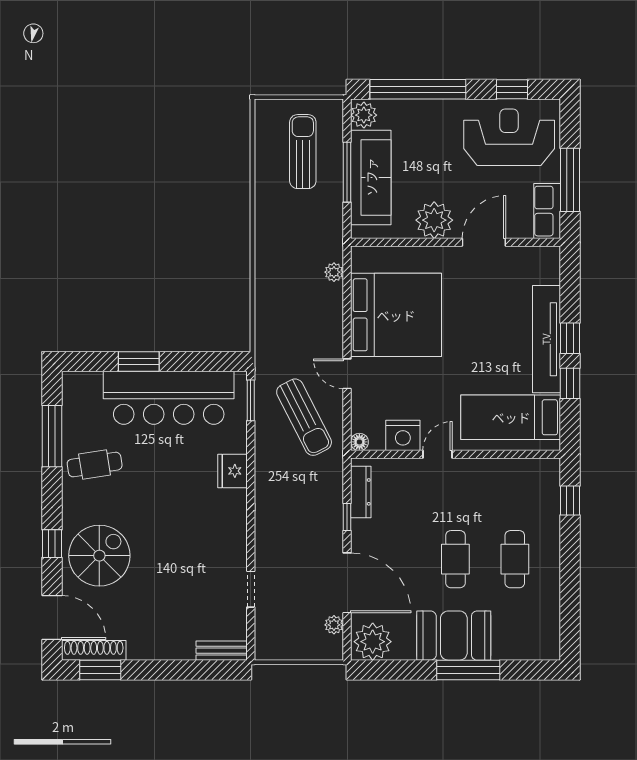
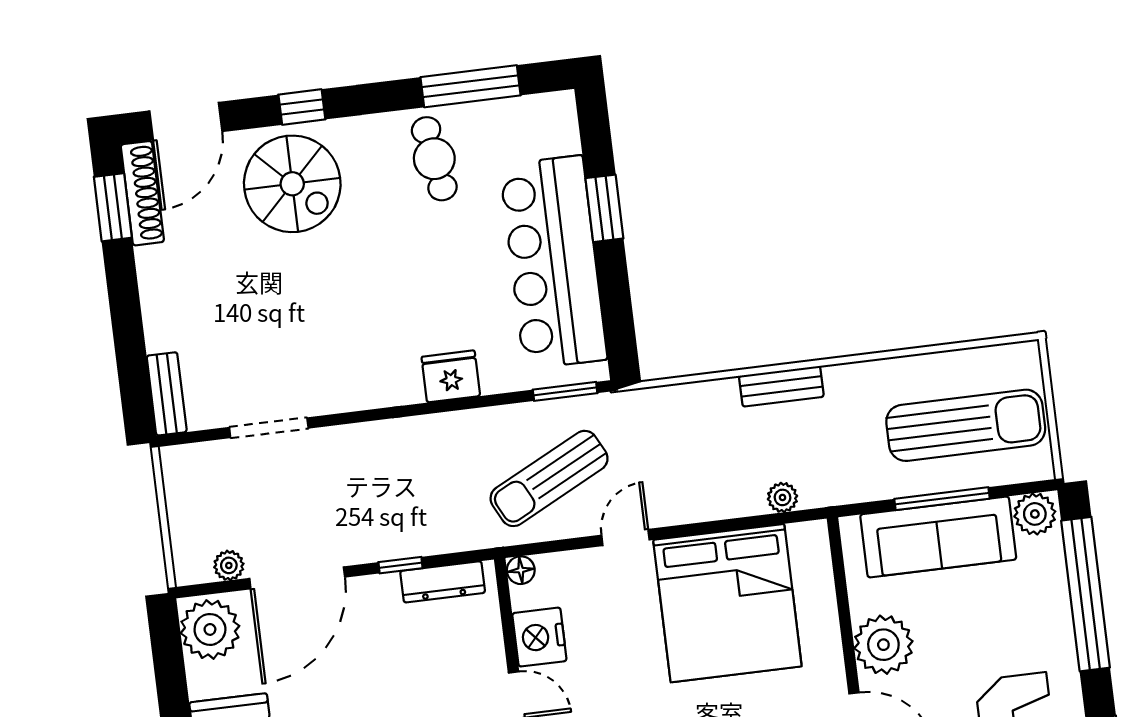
sun lounger: (303, 152) -> (966, 425), width x1.36, depth x1.34
bench: (264, 264) -> (781, 386), added
doorway: (251, 589) -> (269, 428), width x1.38

